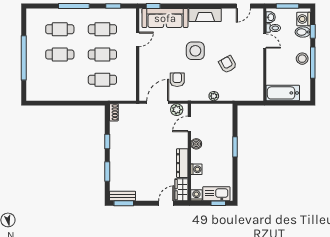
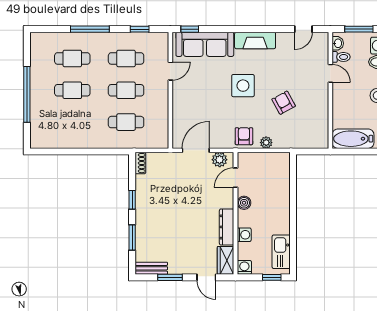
armchair: (177, 80) -> (244, 136), moved
window: (235, 147) -> (293, 206), removed
kitchen sink: (216, 194) -> (281, 252), moved, turned -90
window: (124, 203) -> (170, 277), moved
door: (166, 203) -> (206, 277), swing flipped

